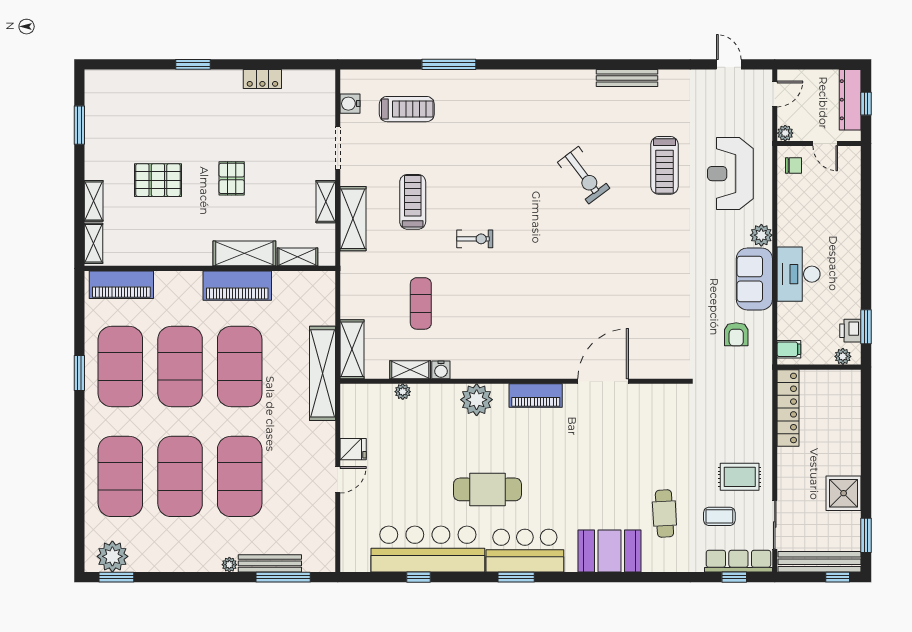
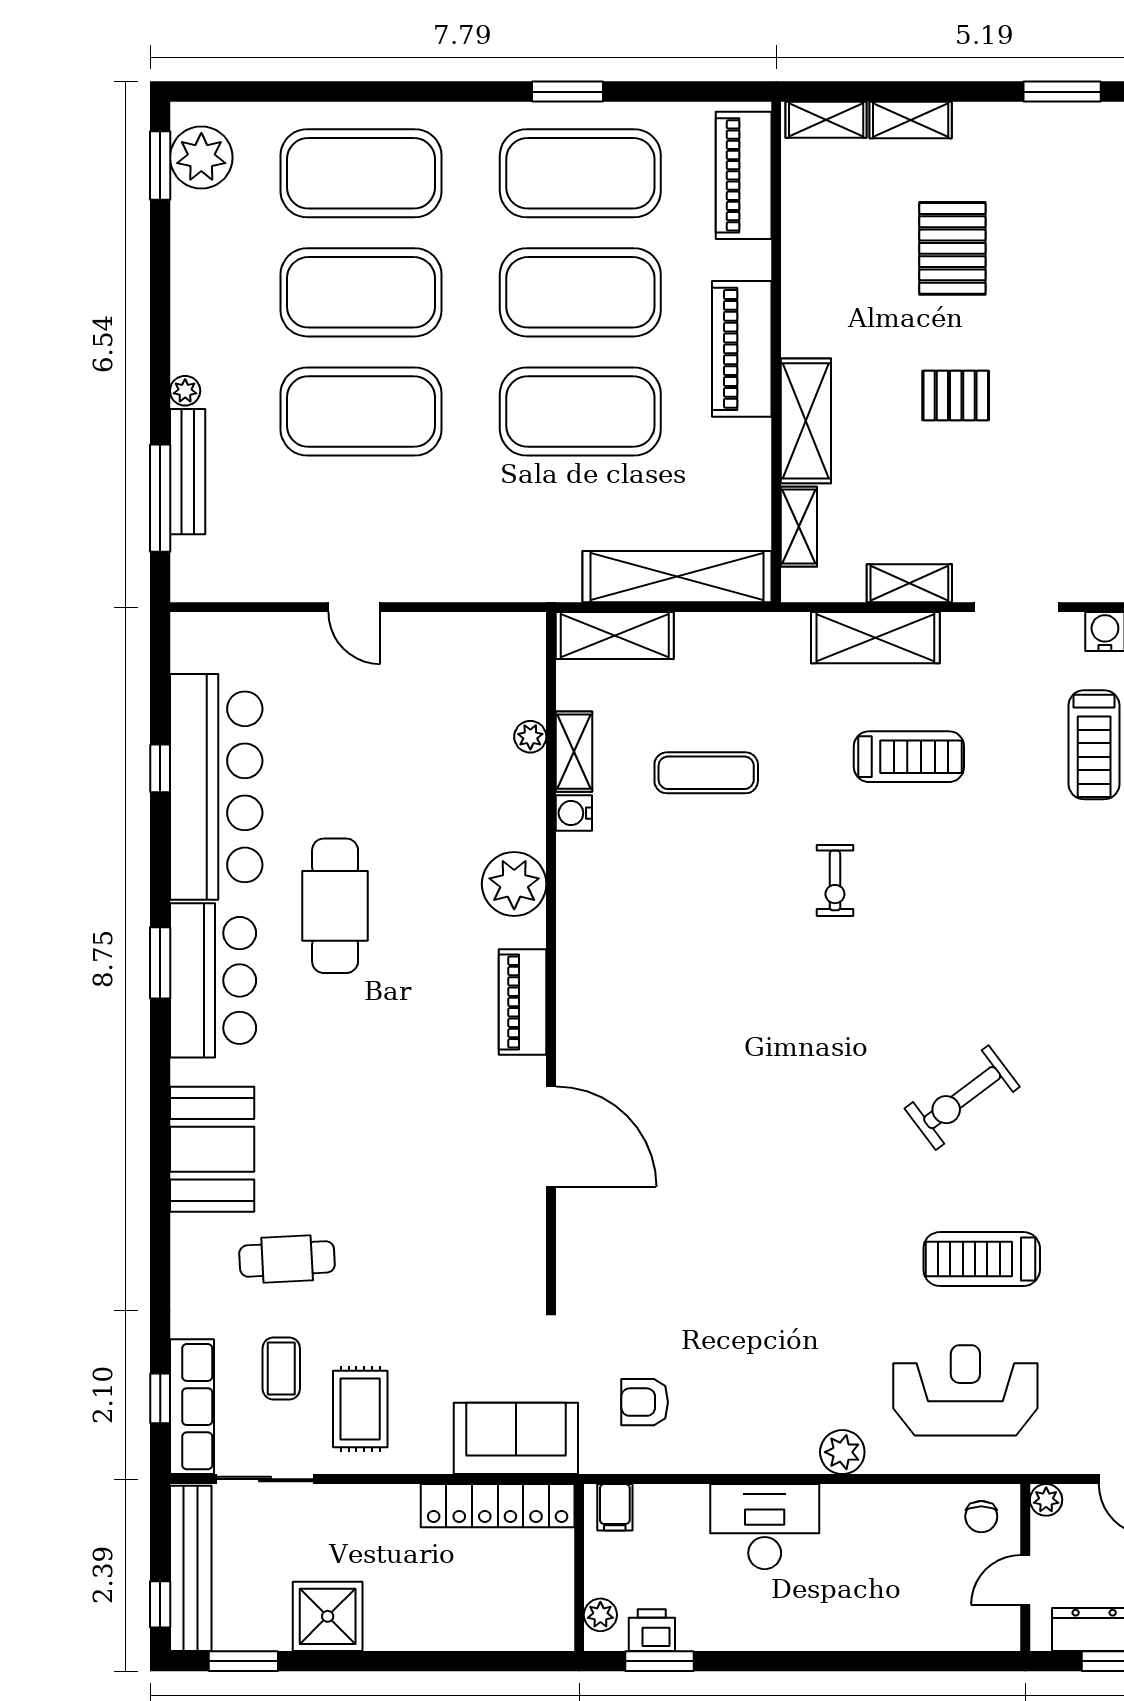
sofa: (754, 279) -> (516, 1438), moved
piano: (237, 286) -> (742, 349), moved
shelving: (322, 373) -> (677, 577), moved
fridge: (353, 449) -> (415, 638), removed

